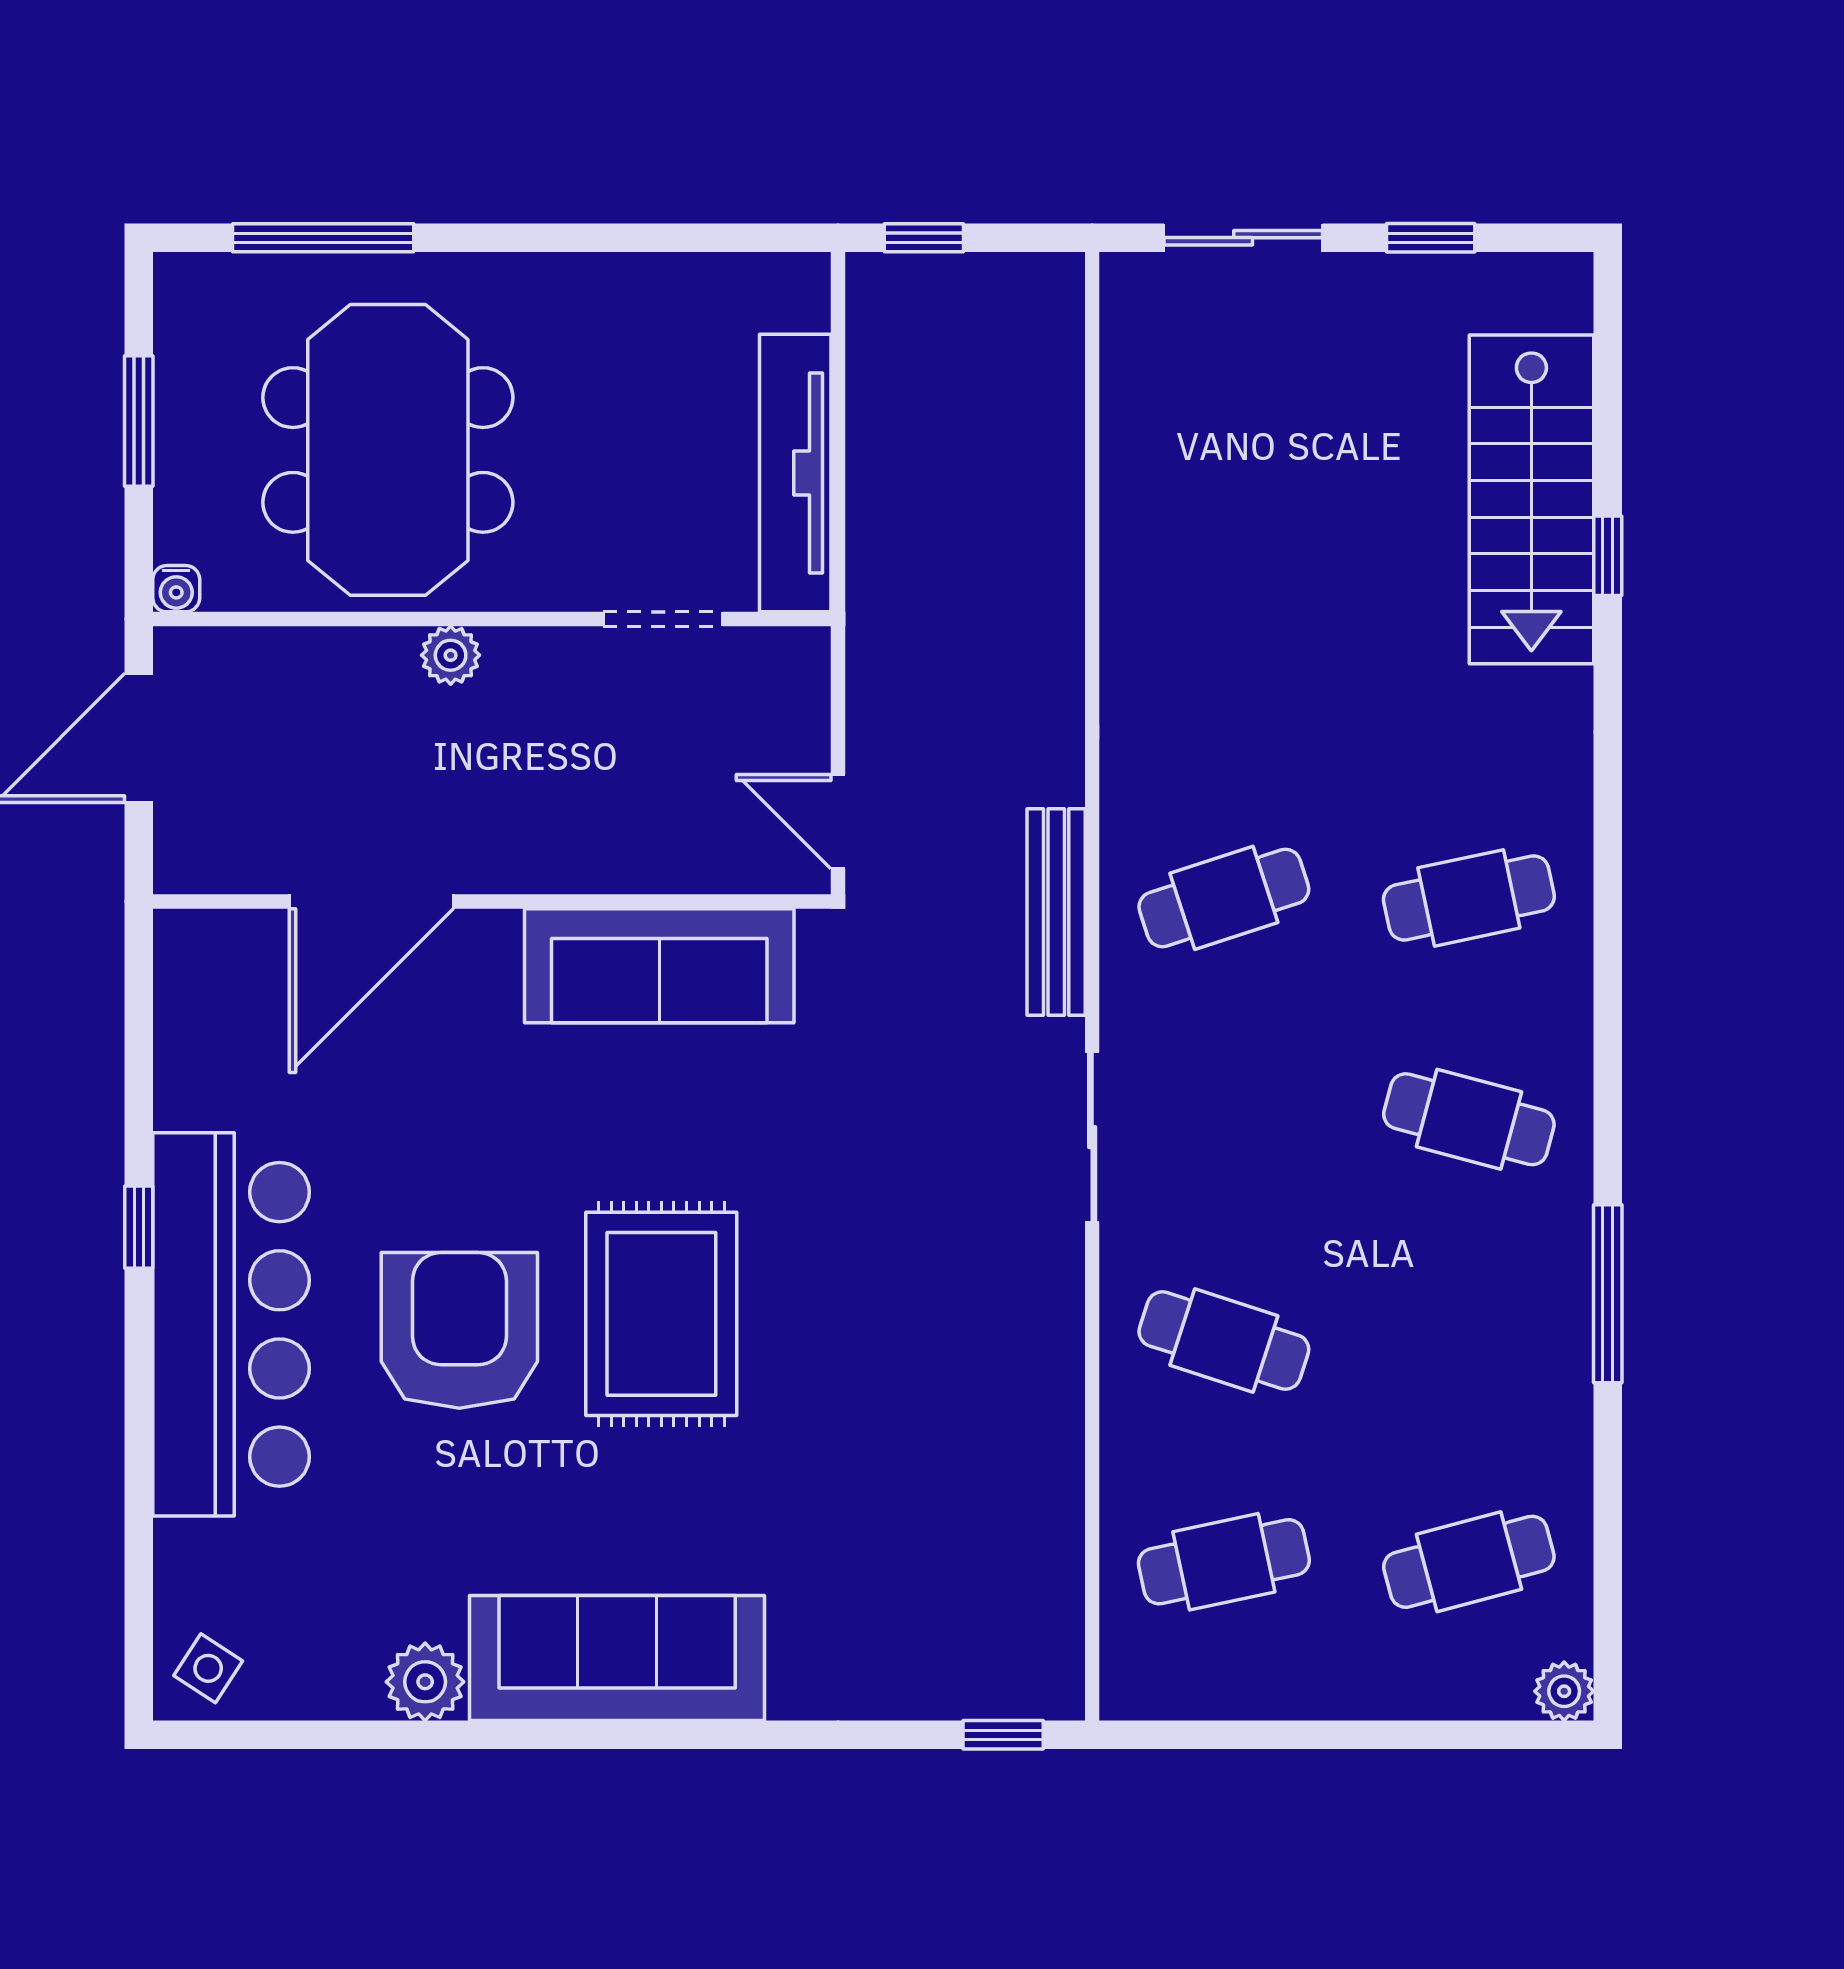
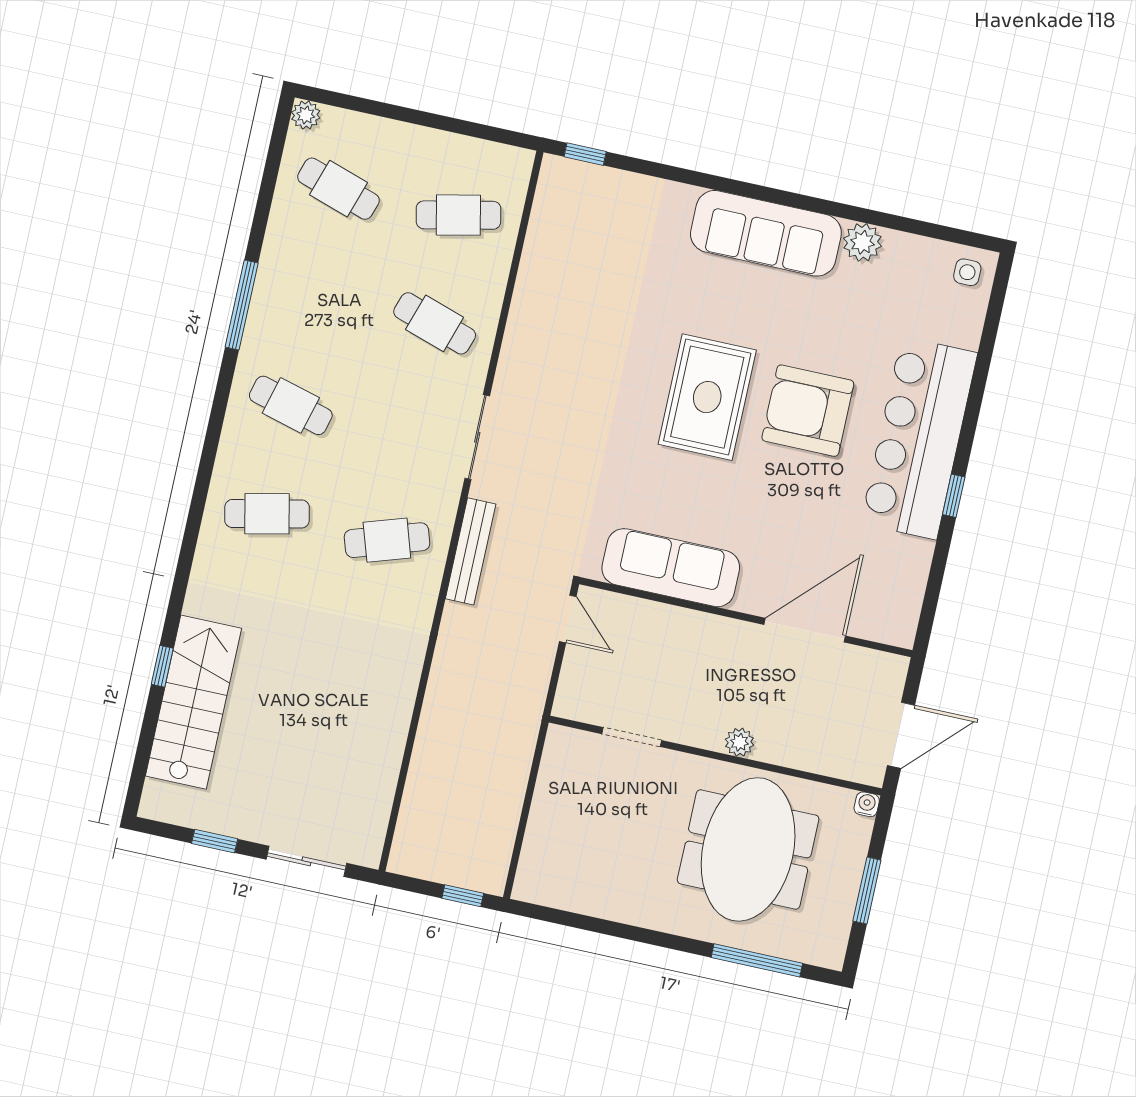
tv unit: (795, 473) -> (551, 794), removed
armchair: (459, 1330) -> (808, 411), turned 90
cafe table: (1469, 1562) -> (338, 189), turned 33
side table: (208, 1668) -> (967, 272), turned -33

